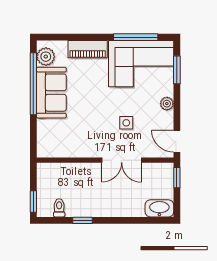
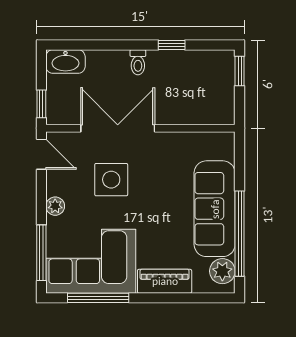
window: (177, 70) -> (41, 253), width x1.44
sofa: (51, 93) -> (215, 209), width x1.36
side table: (126, 123) -> (111, 180), width x1.87, depth x1.87
double door: (122, 160) -> (118, 128), width x1.37
toilet: (59, 208) -> (138, 62), moved

